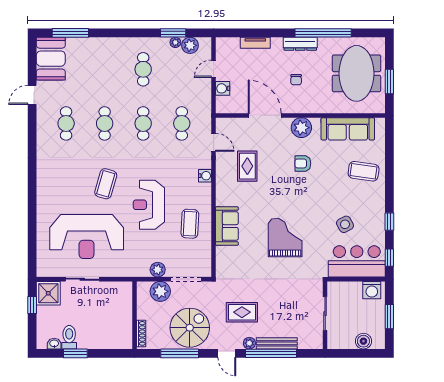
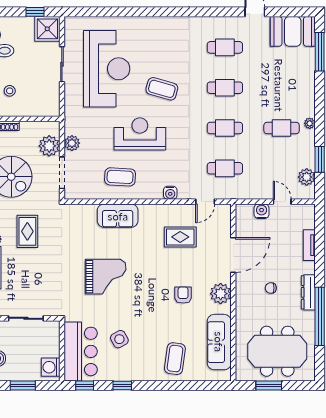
plant: (175, 42) -> (310, 123), moved
reception desk: (87, 237) -> (107, 69), turned 180
stool: (108, 329) -> (10, 91), added

